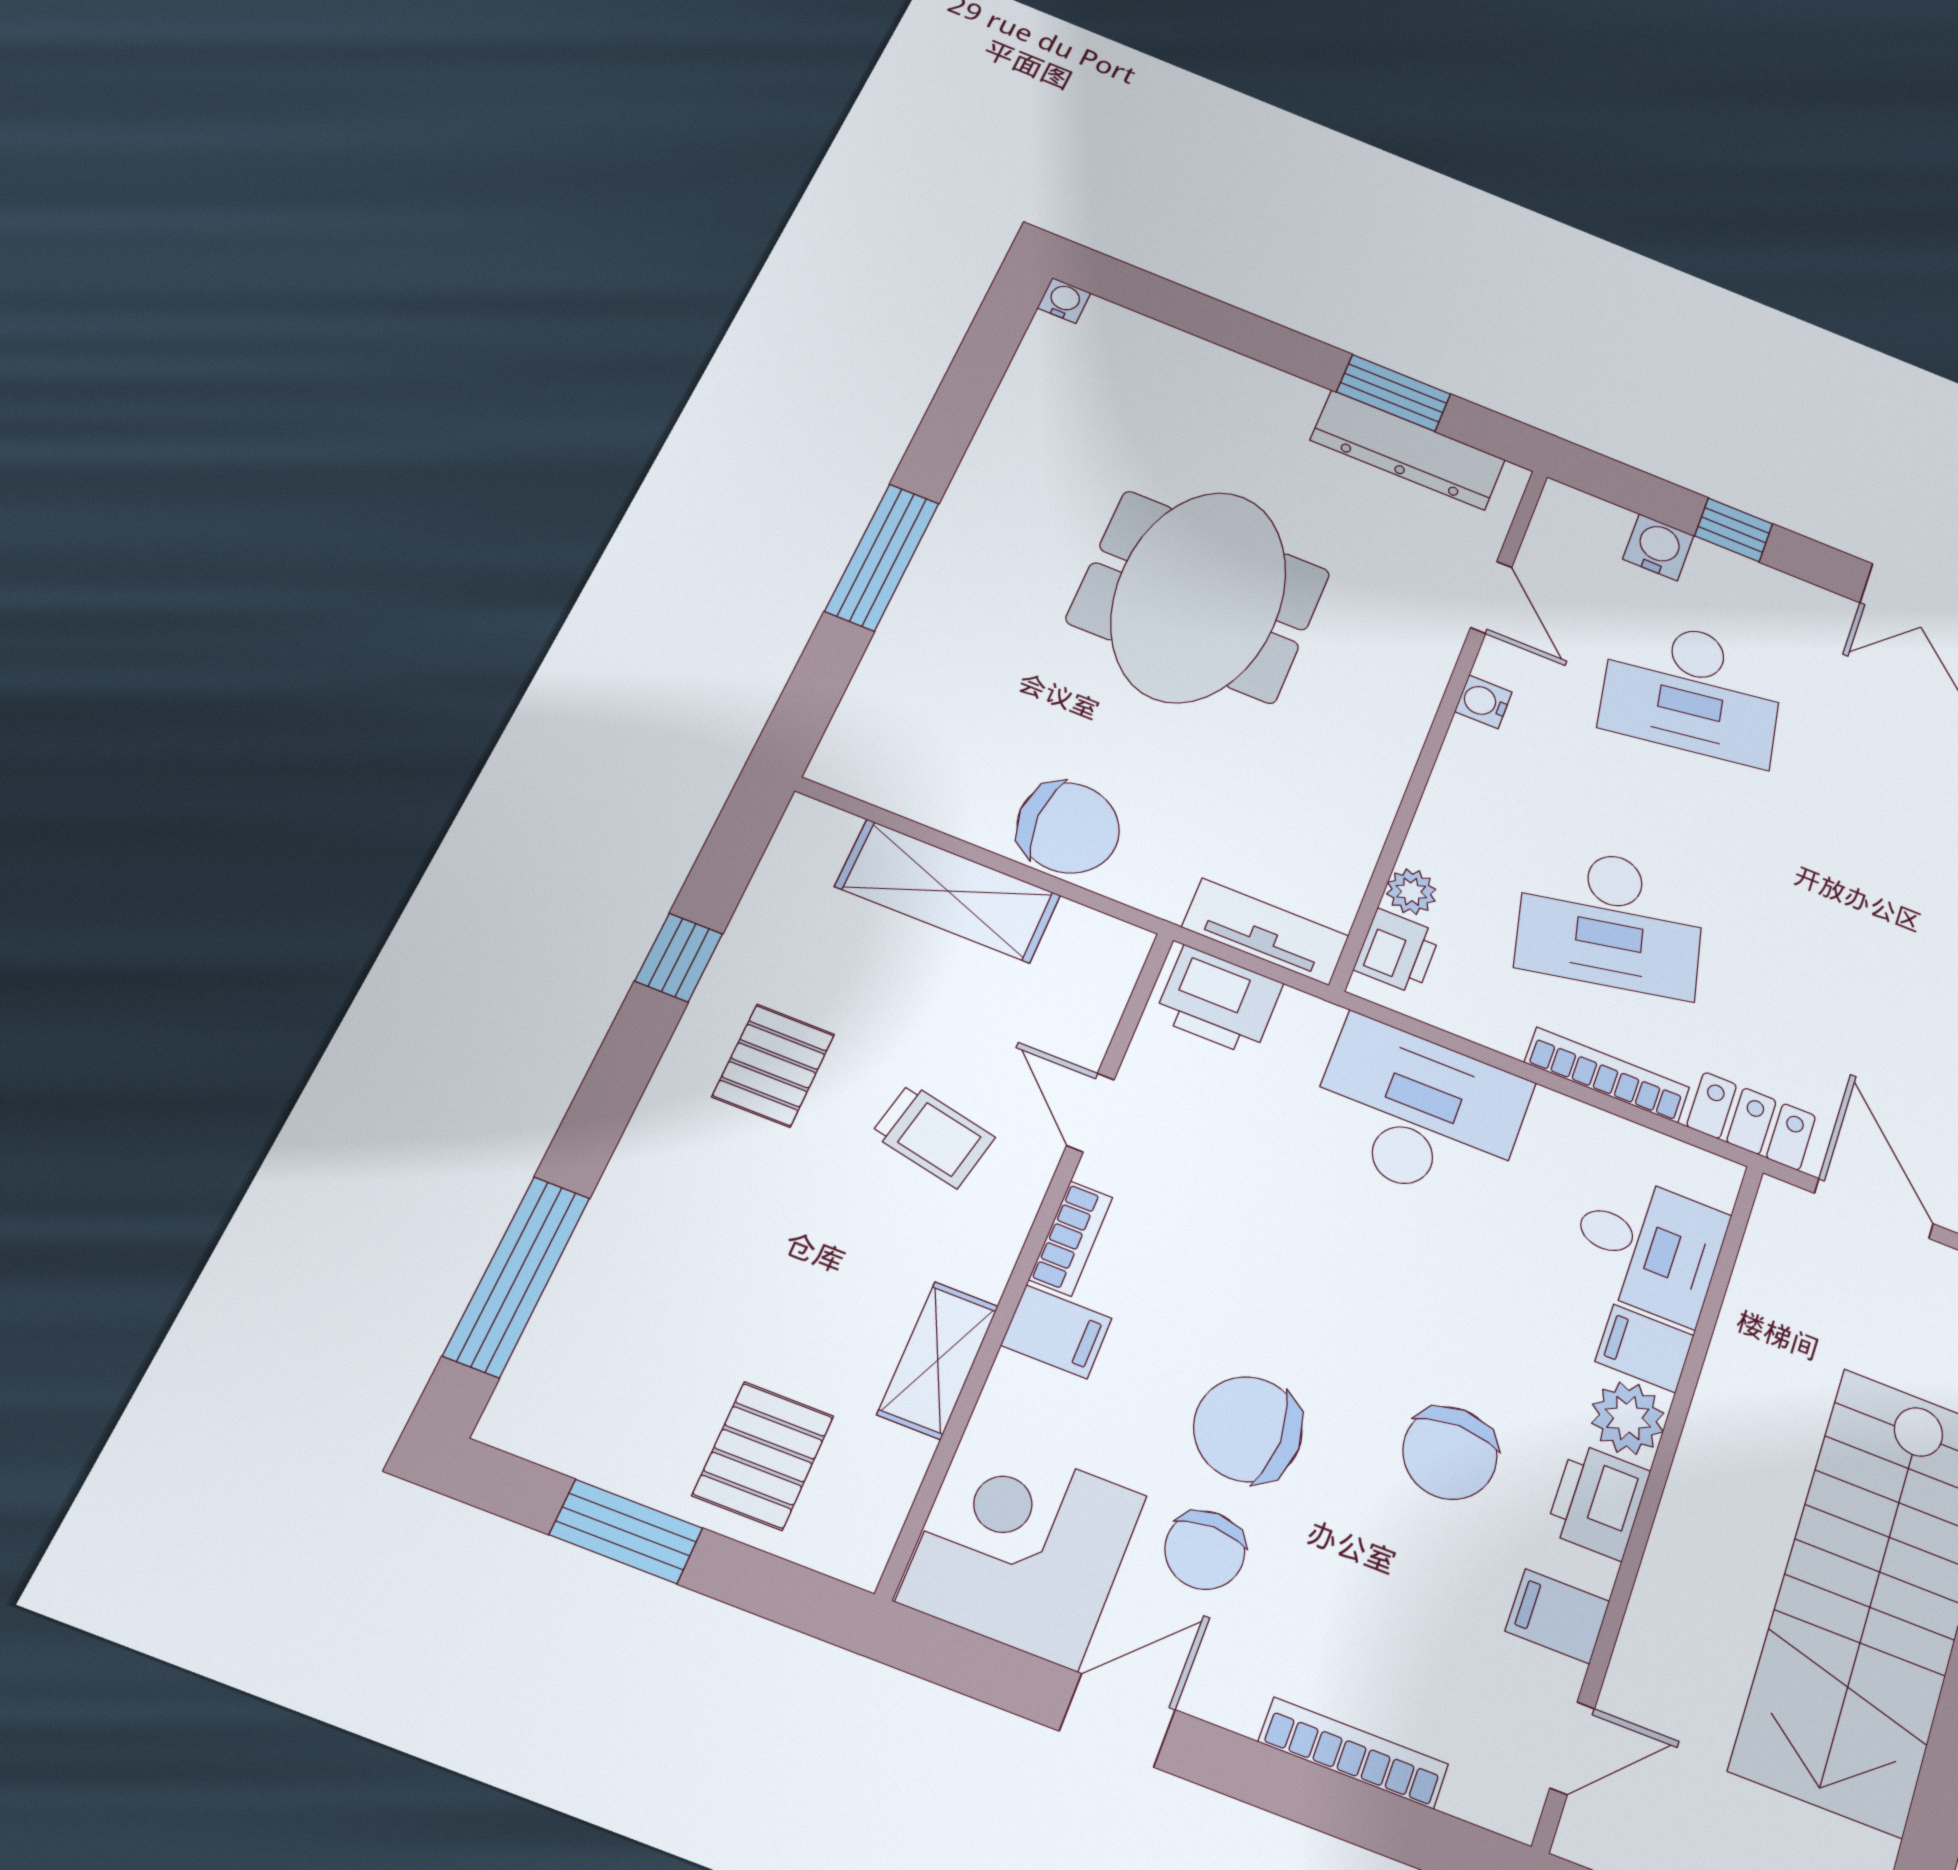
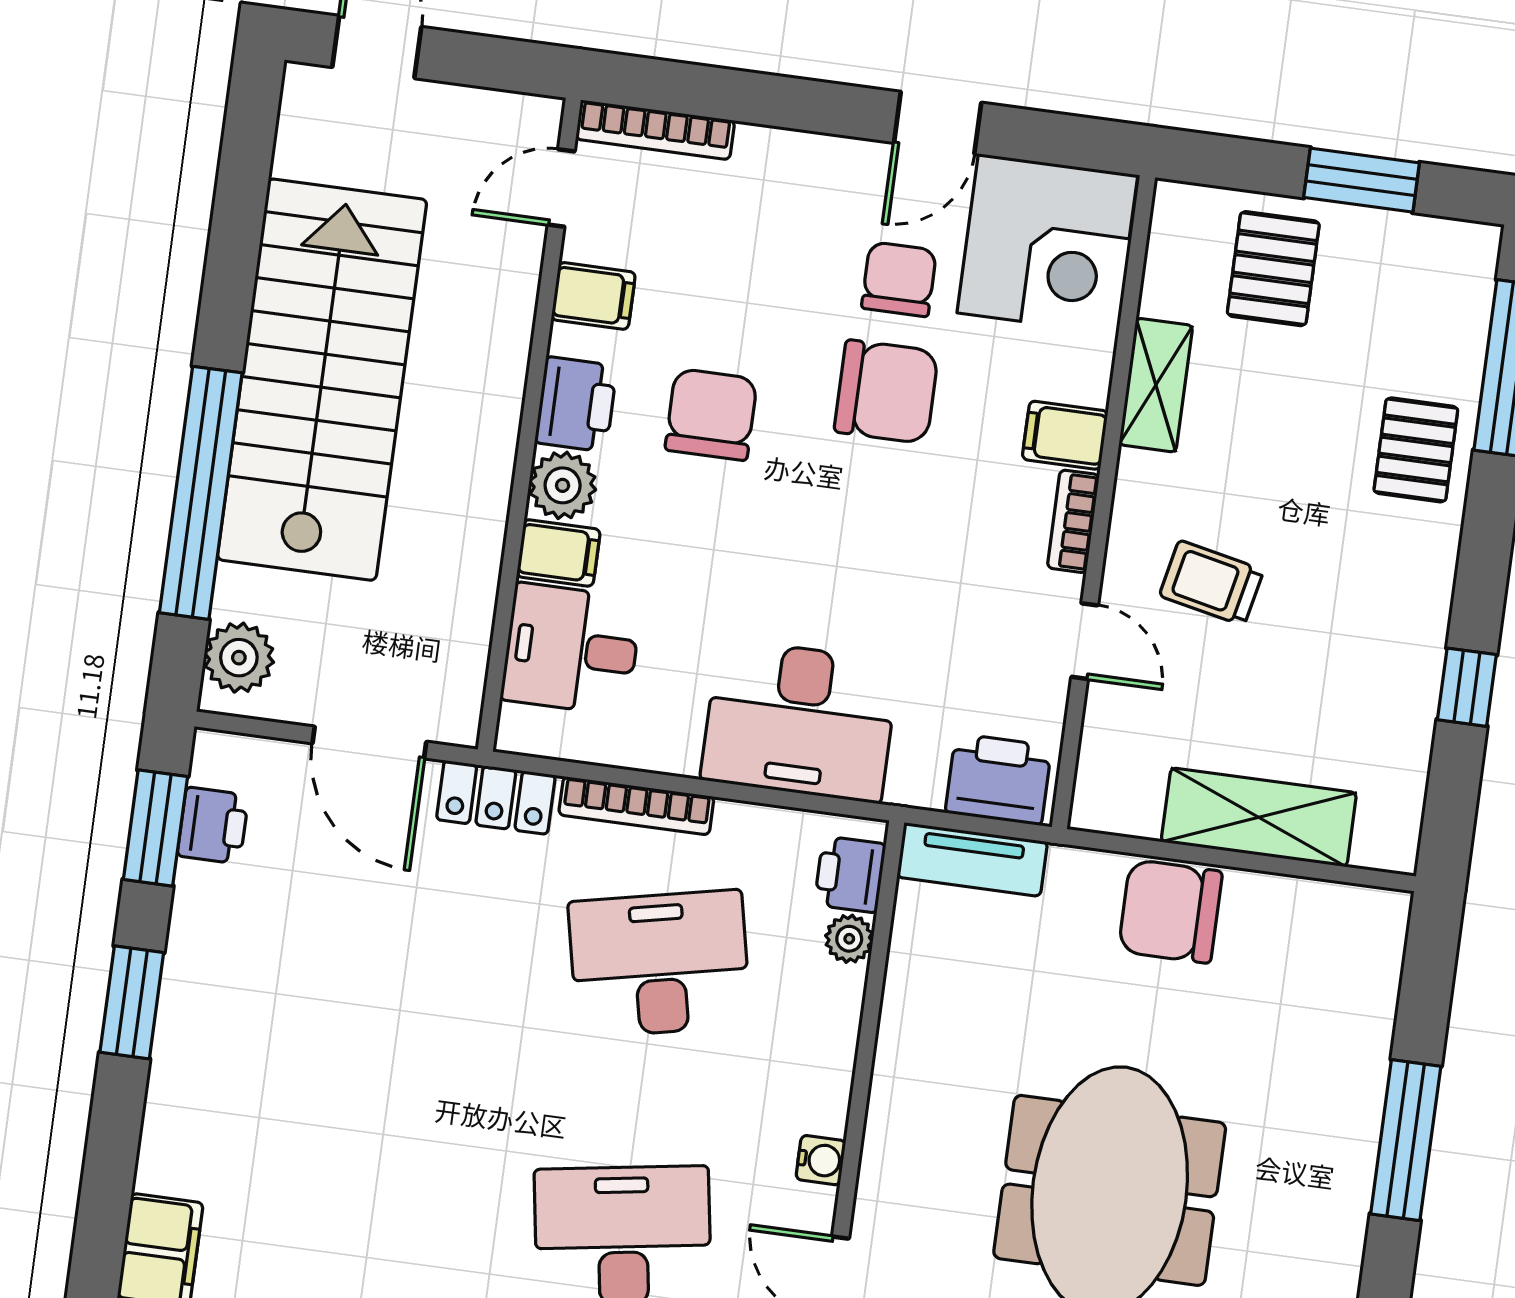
pallet: (773, 1065) -> (1416, 450), moved
bookcase: (1353, 1753) -> (655, 130), moved

